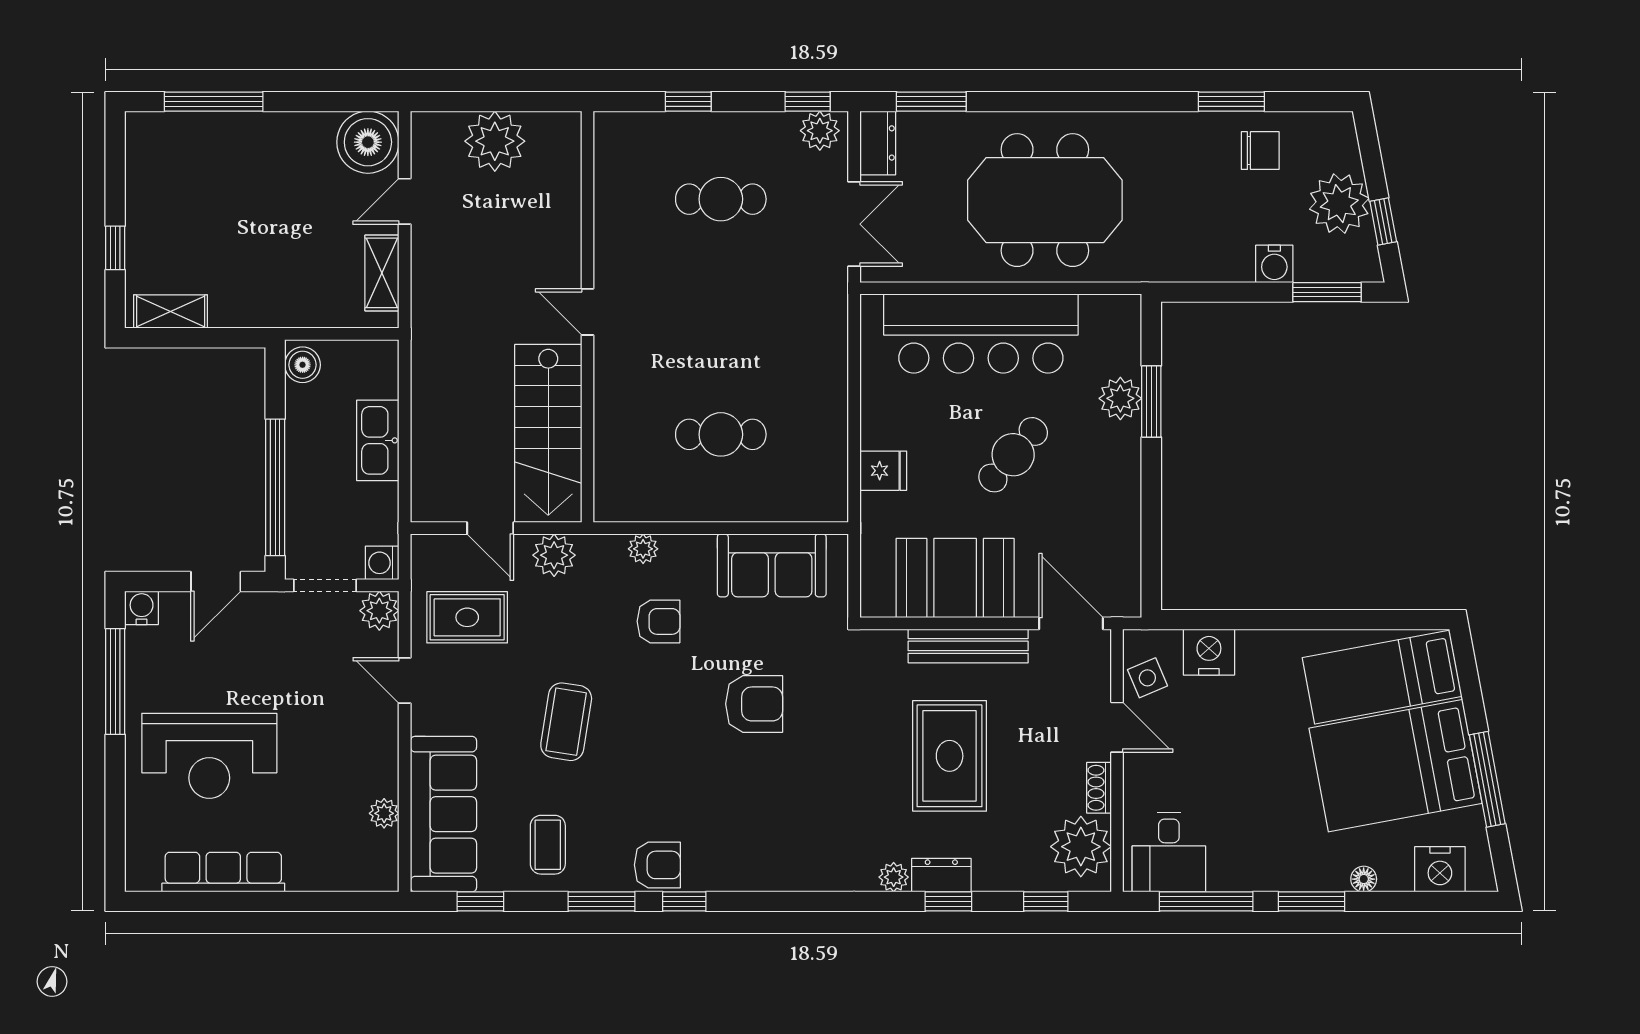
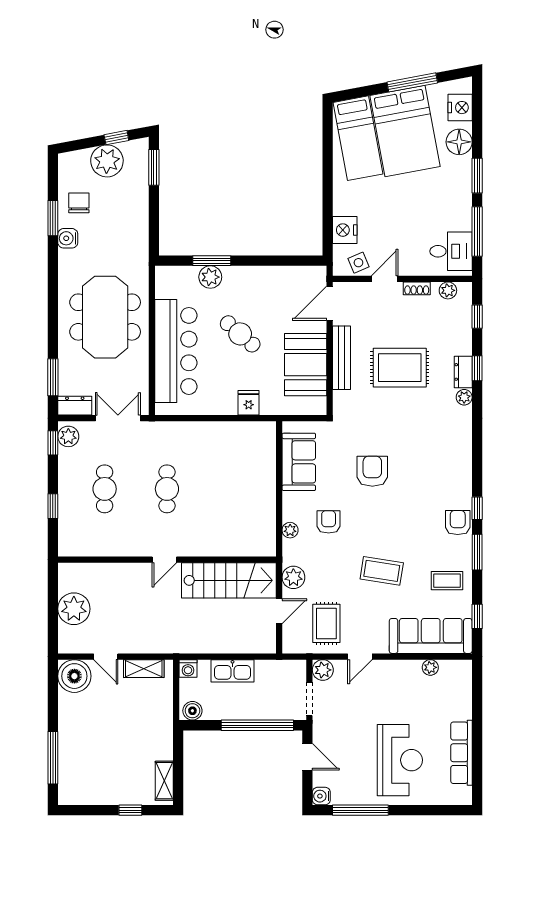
water cooler: (1274, 264) -> (68, 238), moved, turned 180
cafe table: (721, 434) -> (167, 489), moved
washing machine: (382, 563) -> (188, 668), moved
plant: (1081, 847) -> (448, 290), width x0.53, depth x0.53
floor lamp: (1364, 879) -> (459, 142), width x1.89, depth x1.89

